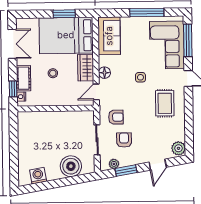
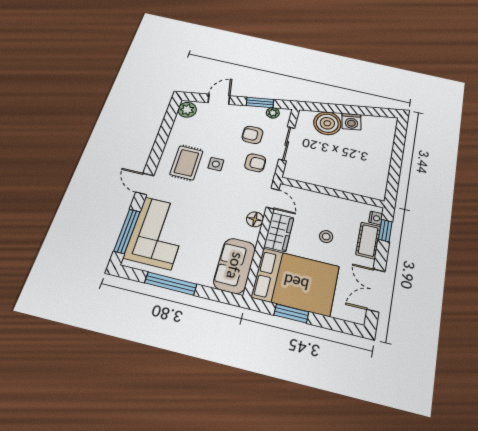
side table: (140, 77) -> (216, 164), moved
door: (96, 92) -> (272, 199), hinge flipped
armchair: (116, 117) -> (255, 163), turned 180
armchair: (124, 140) -> (252, 135), turned 90
washing machine: (38, 176) -> (351, 122), moved

